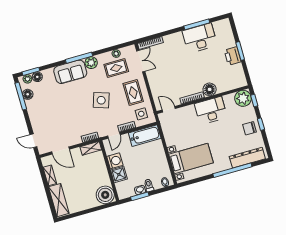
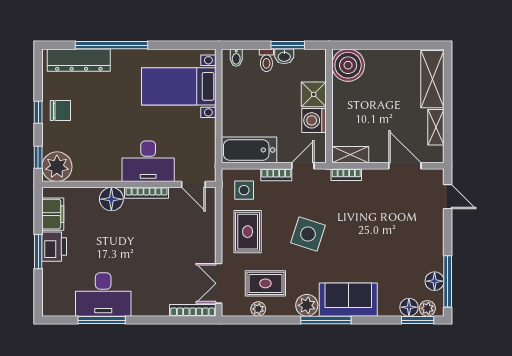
filing cabinet: (238, 73) -> (53, 214), added
desk: (211, 111) -> (148, 161), moved

